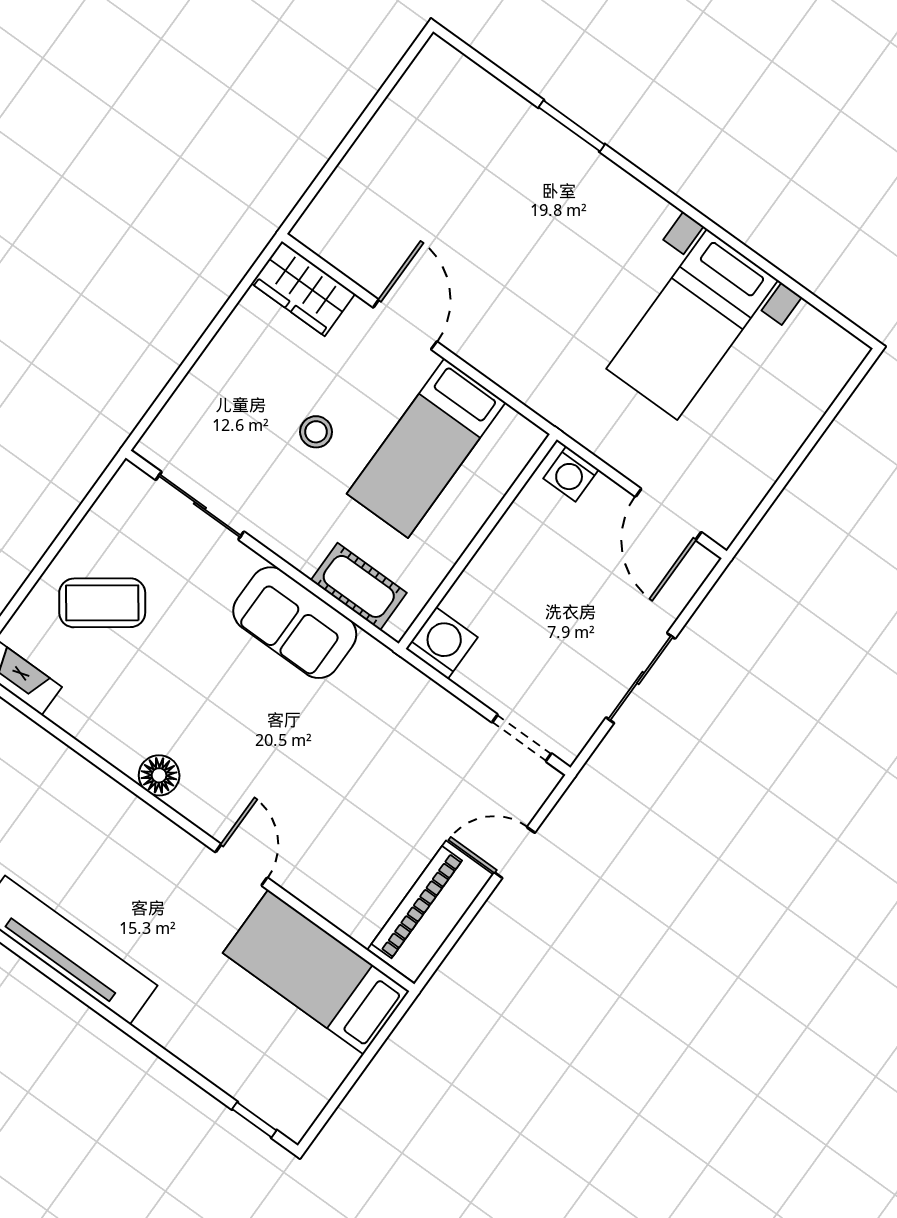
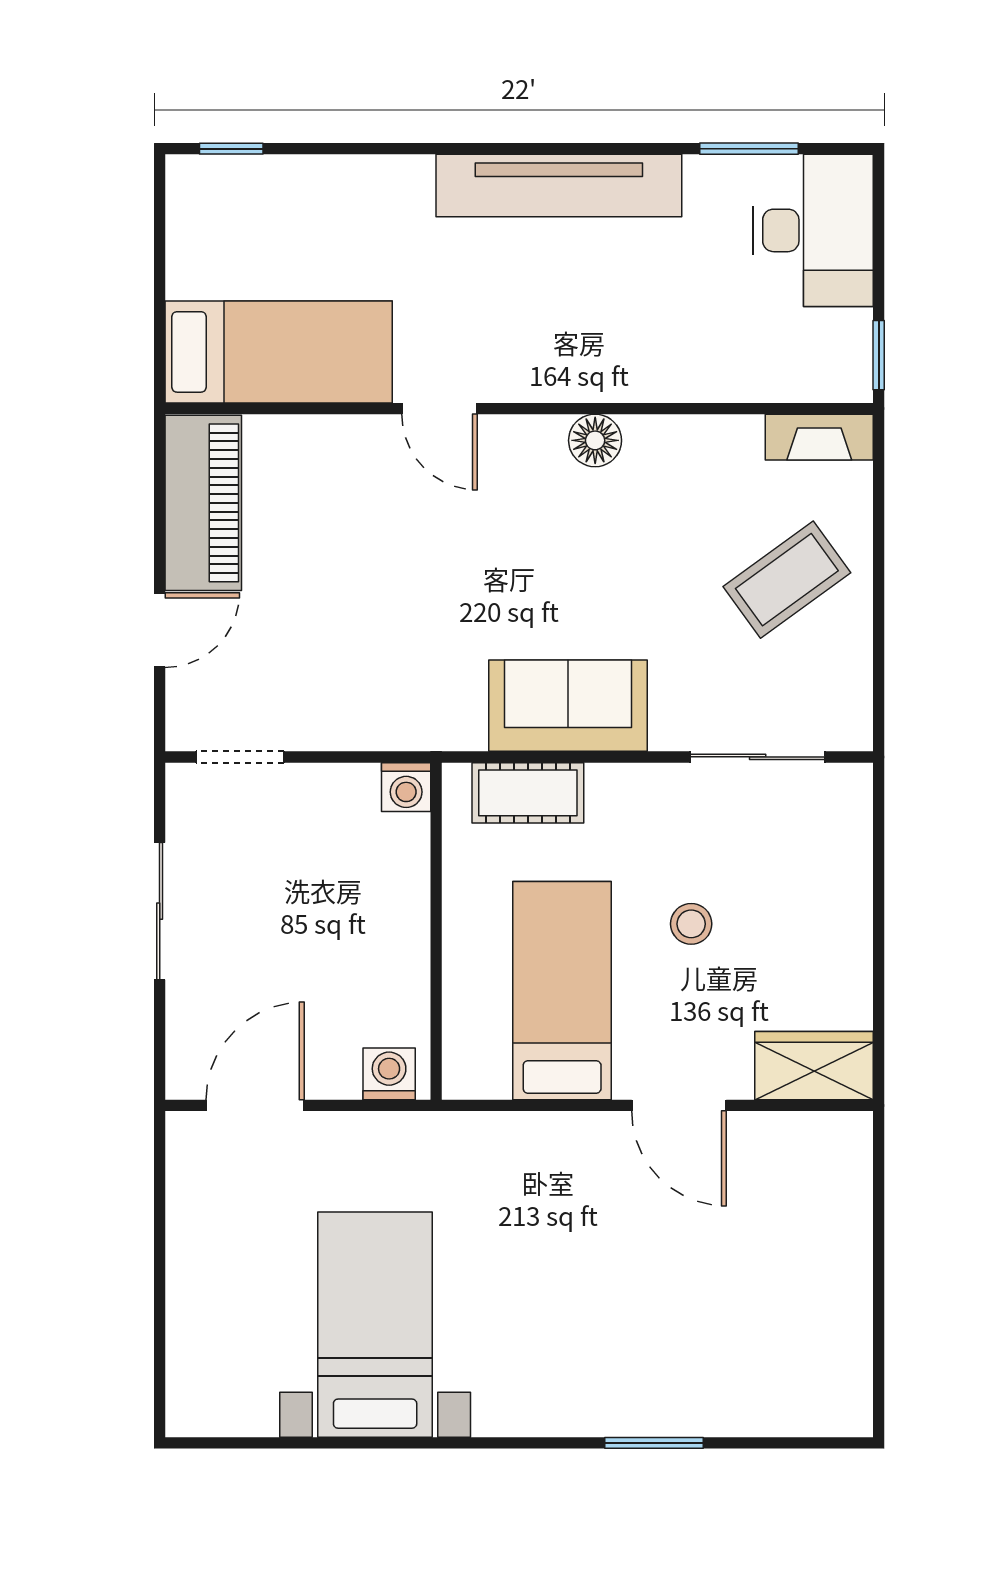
door: (668, 514) -> (255, 1105), hinge flipped
washing machine: (442, 643) -> (406, 787), width x0.73, depth x0.73

